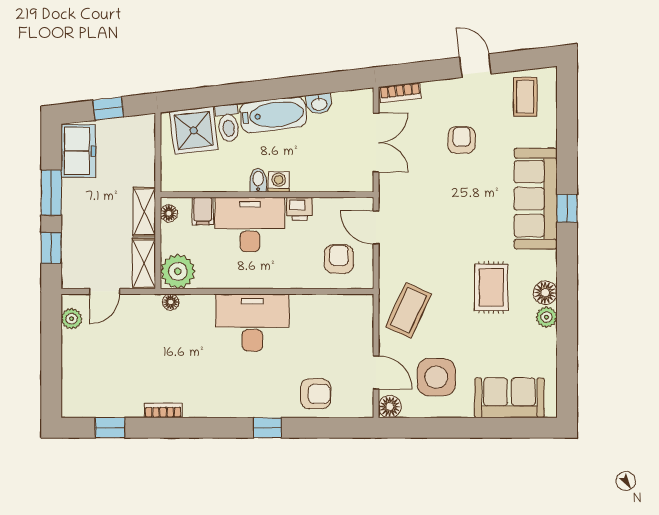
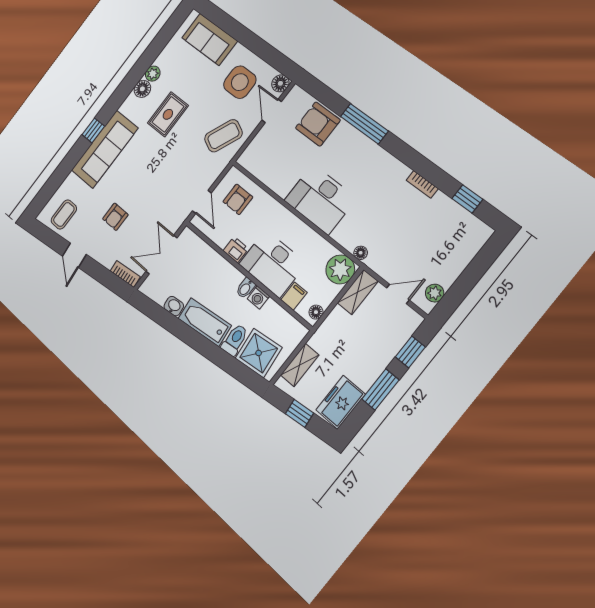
washing machine: (279, 182) -> (258, 297), moved
shelving: (144, 212) -> (300, 365), moved
armchair: (315, 394) -> (318, 124), width x1.38, depth x1.38
window: (267, 428) -> (364, 124), width x2.17

